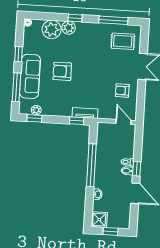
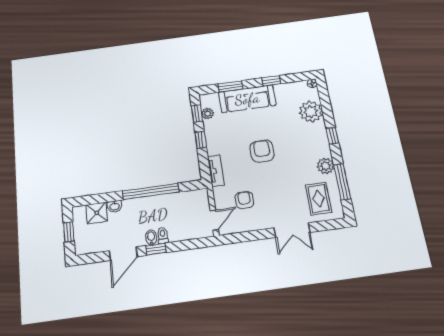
plant: (69, 28) -> (325, 166), moved
armchair: (62, 71) -> (262, 151), moved
window: (17, 87) -> (231, 86), width x0.69
armchair: (122, 91) -> (244, 200), moved
window: (77, 121) -> (201, 140), moved
shower: (99, 220) -> (97, 213), moved

